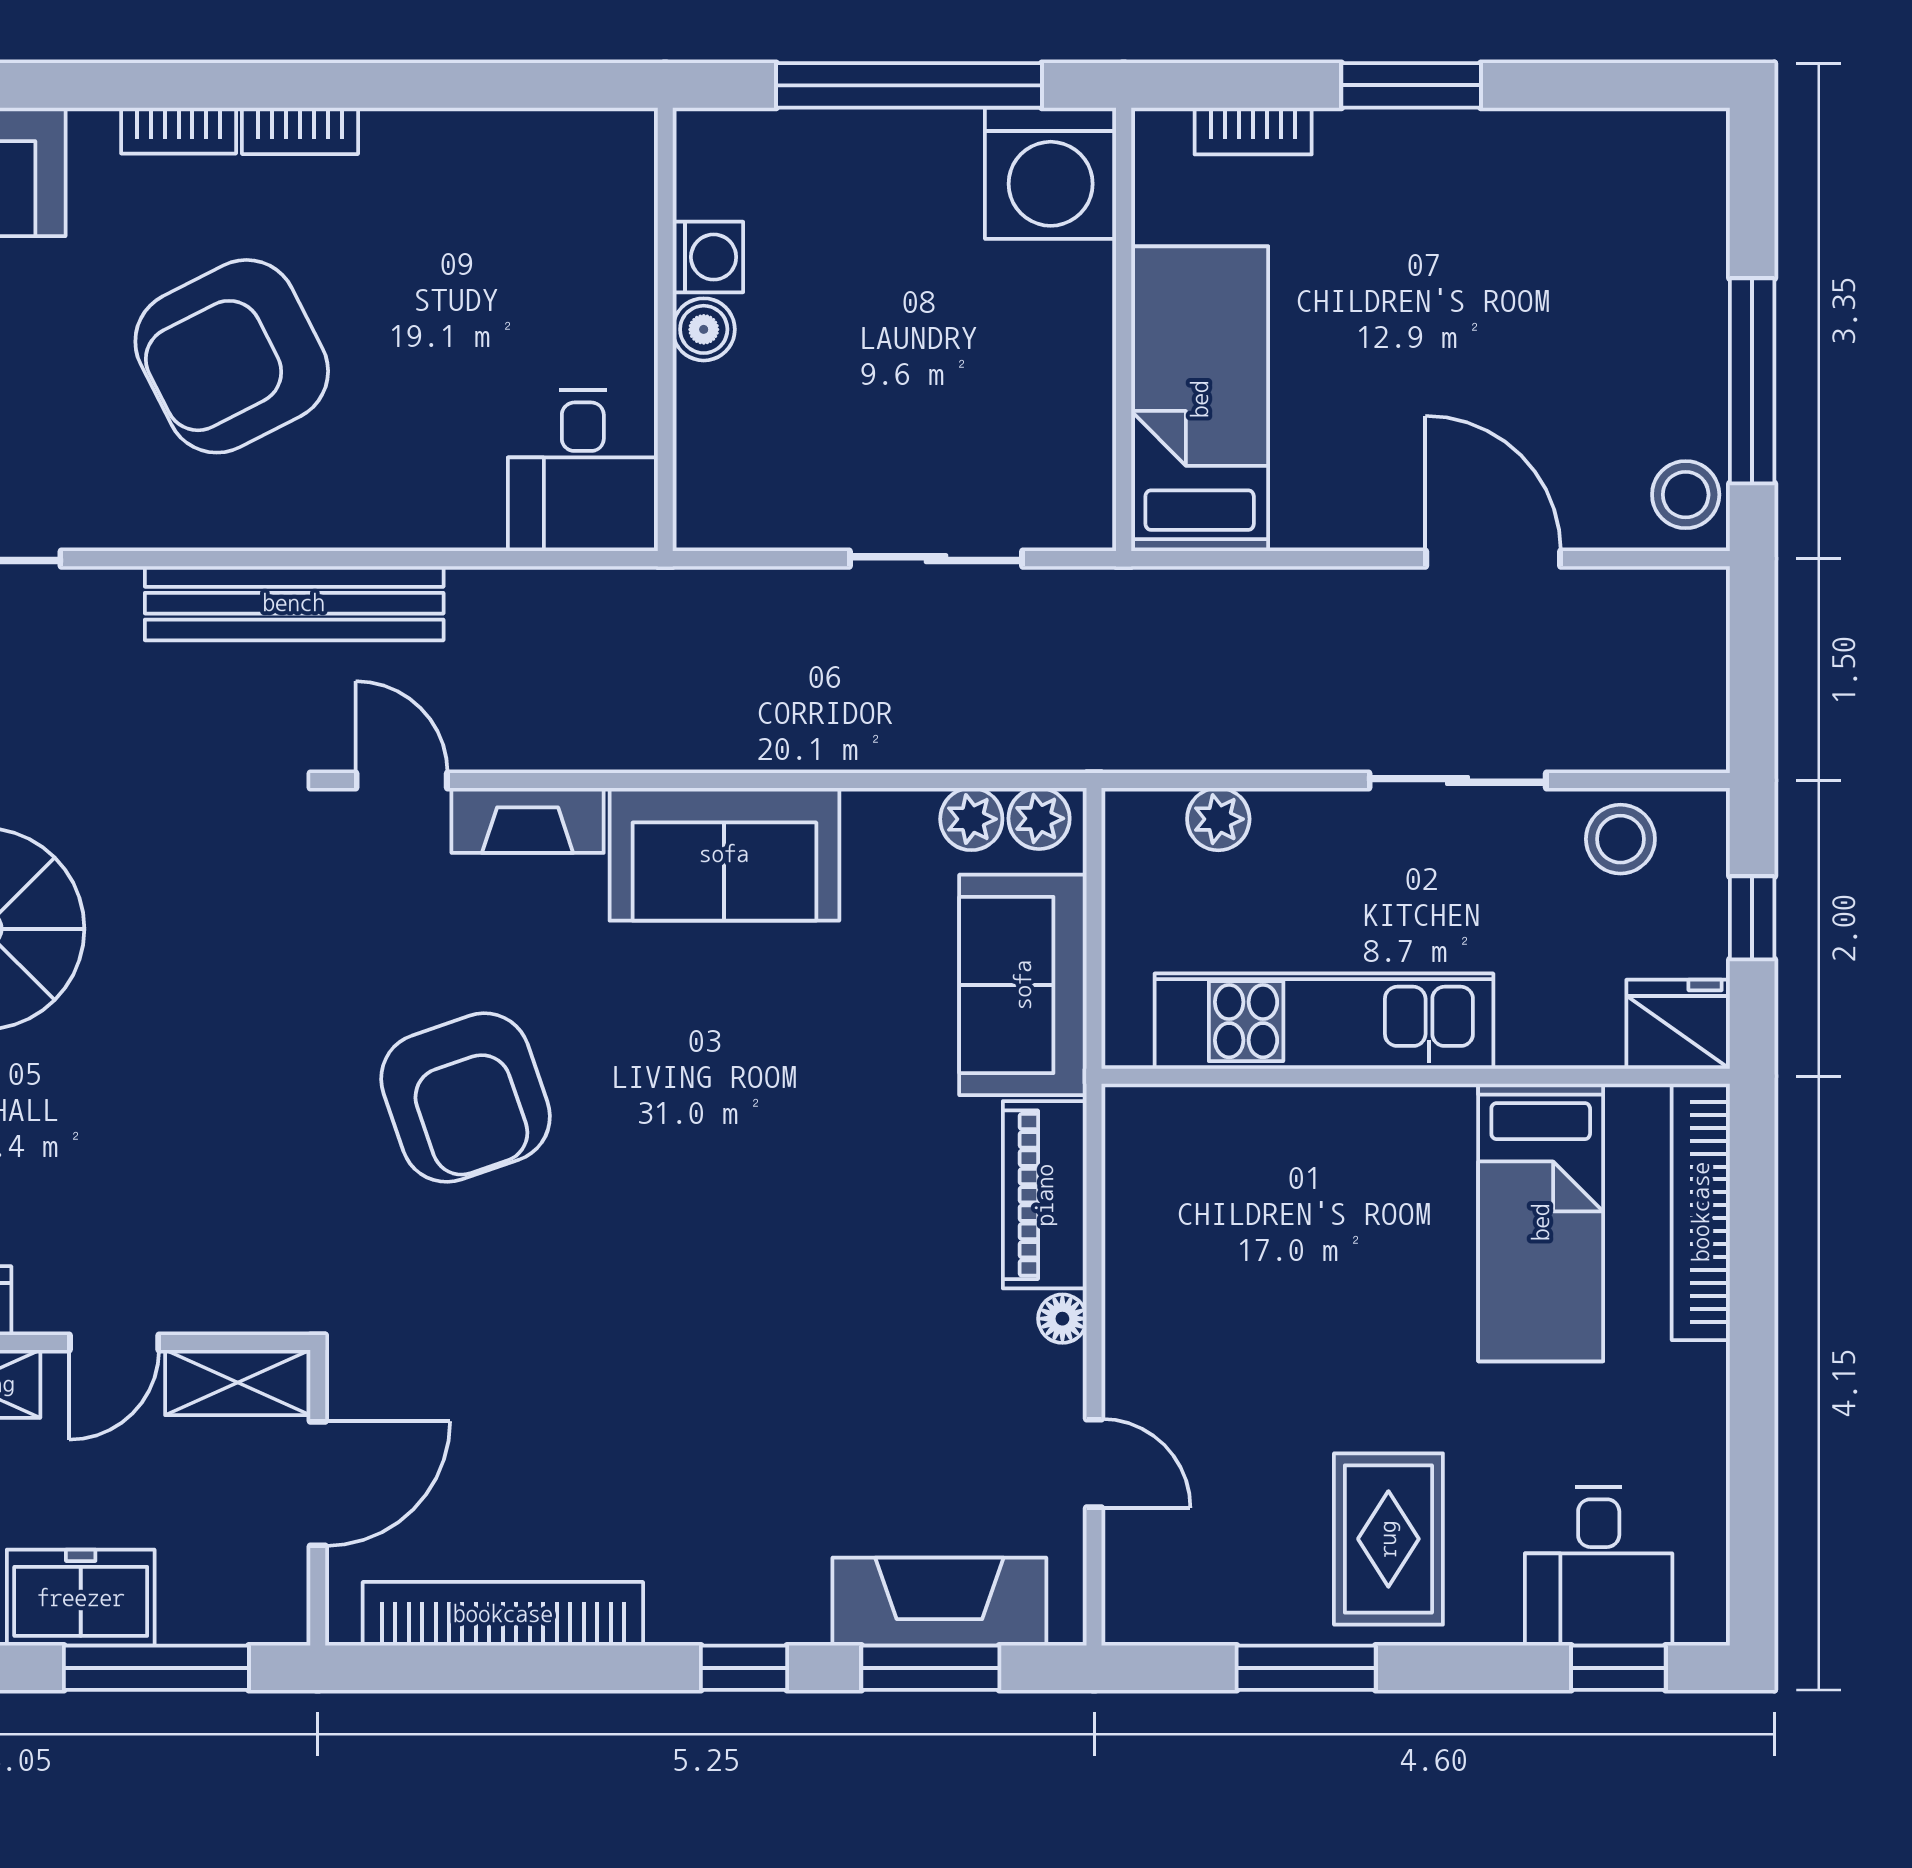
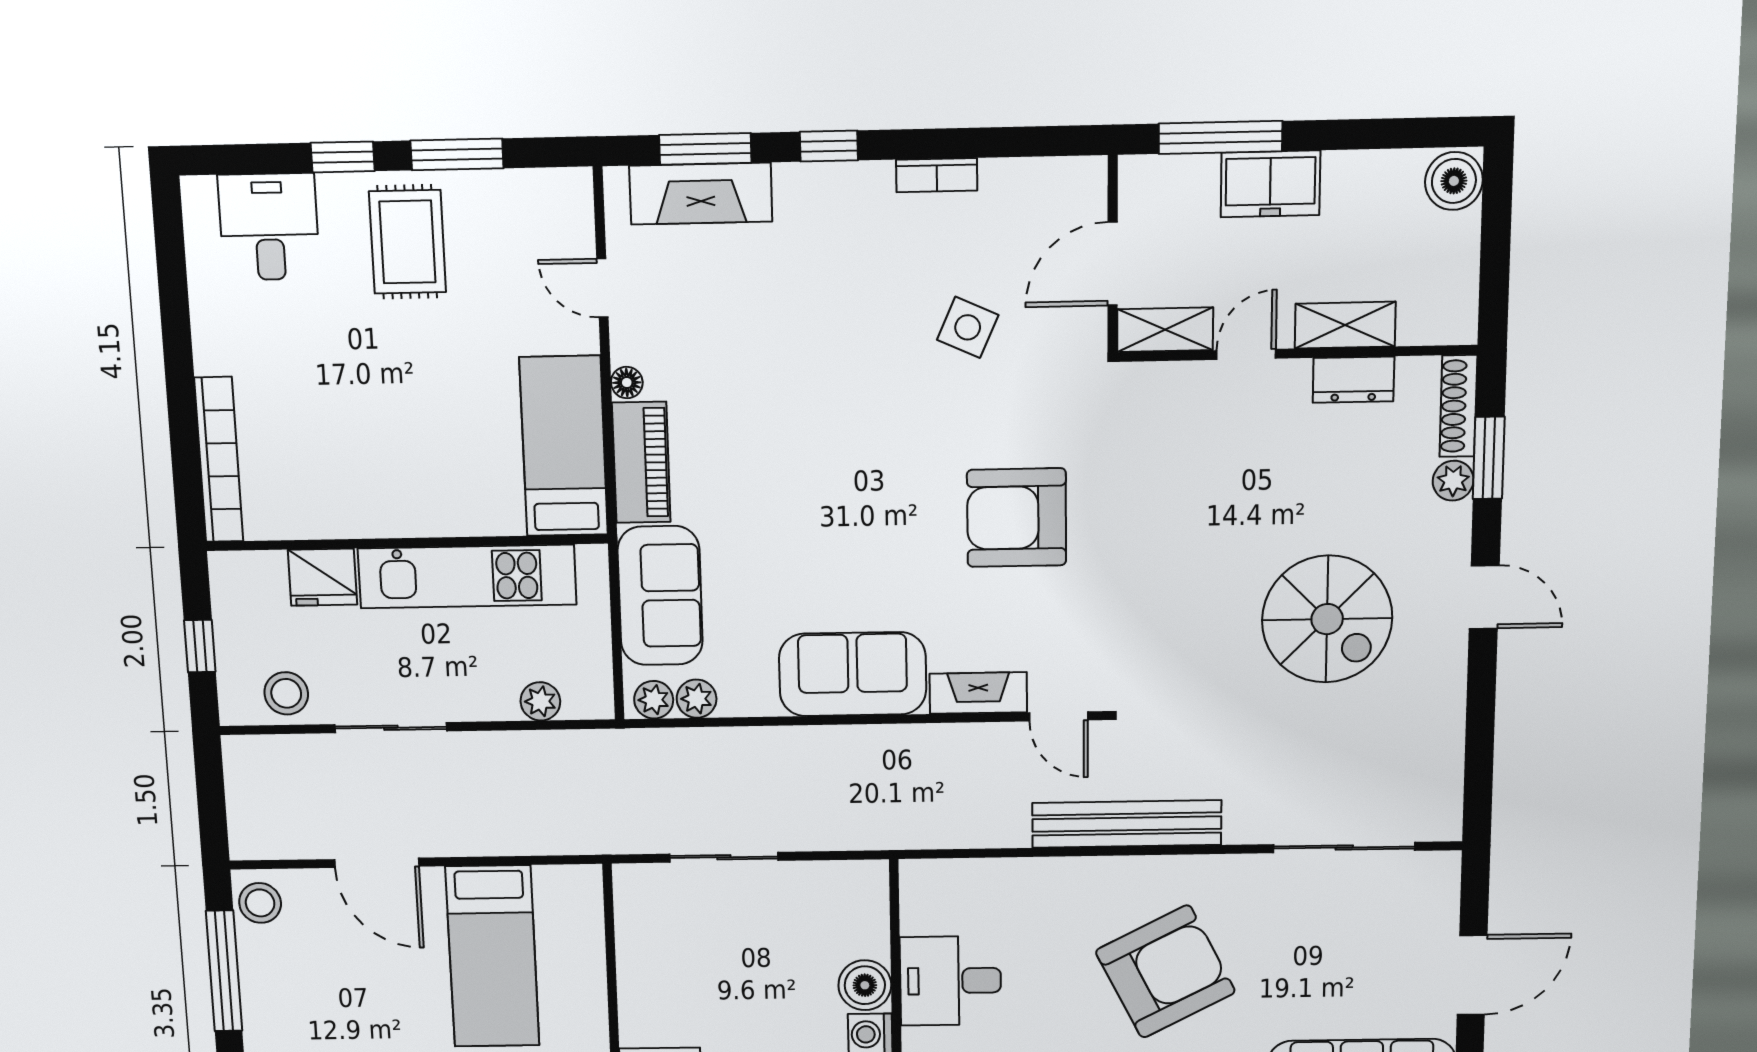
boiler: (704, 329) -> (865, 985), width x1.36, depth x1.36
bed: (1200, 399) -> (492, 956), moved
desk: (583, 470) -> (950, 981), moved, turned -90
fridge: (1678, 1024) -> (323, 577), moved
armchair: (466, 1098) -> (1017, 518), turned -71
bed: (1541, 1222) -> (564, 446), moved
side table: (538, 1392) -> (968, 327), added
bookcase: (503, 1614) -> (937, 175), width x0.43, depth x0.76
window: (1618, 1668) -> (343, 157), moved

